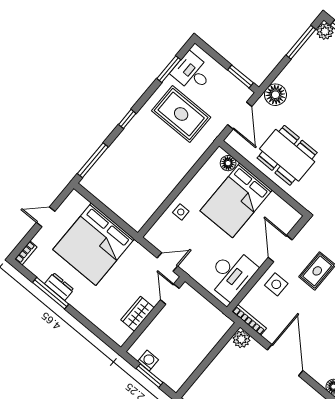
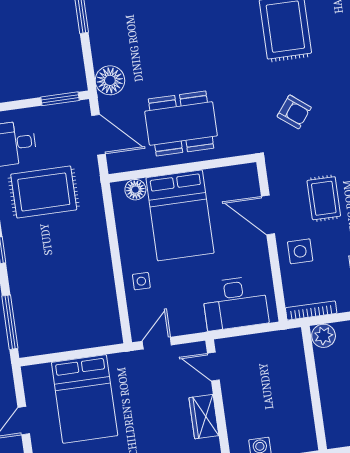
bed: (94, 244) -> (85, 399), width x0.73
door: (167, 262) -> (157, 343), moved
desk: (231, 274) -> (235, 303), moved, turned 90

